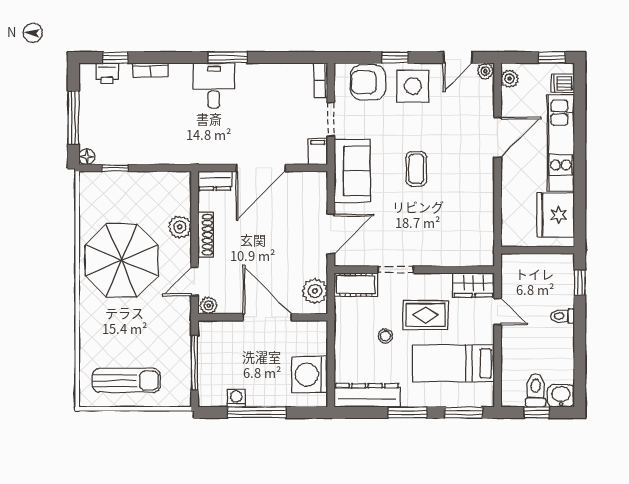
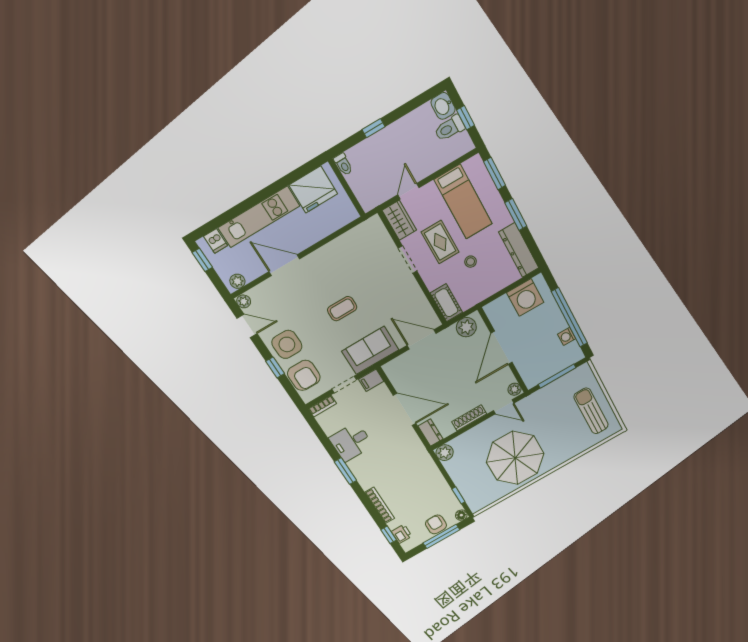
bookcase: (150, 70) -> (380, 505), width x1.56
desk: (214, 85) -> (351, 442), moved
armchair: (94, 120) -> (436, 524), added
plant: (180, 227) -> (445, 453), moved
doorway: (396, 270) -> (408, 260), moved
window: (580, 283) -> (374, 128), moved
toilet: (563, 316) -> (343, 164), moved
window: (257, 412) -> (569, 317), width x1.46

